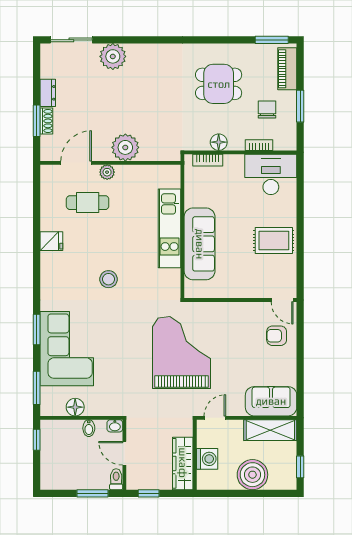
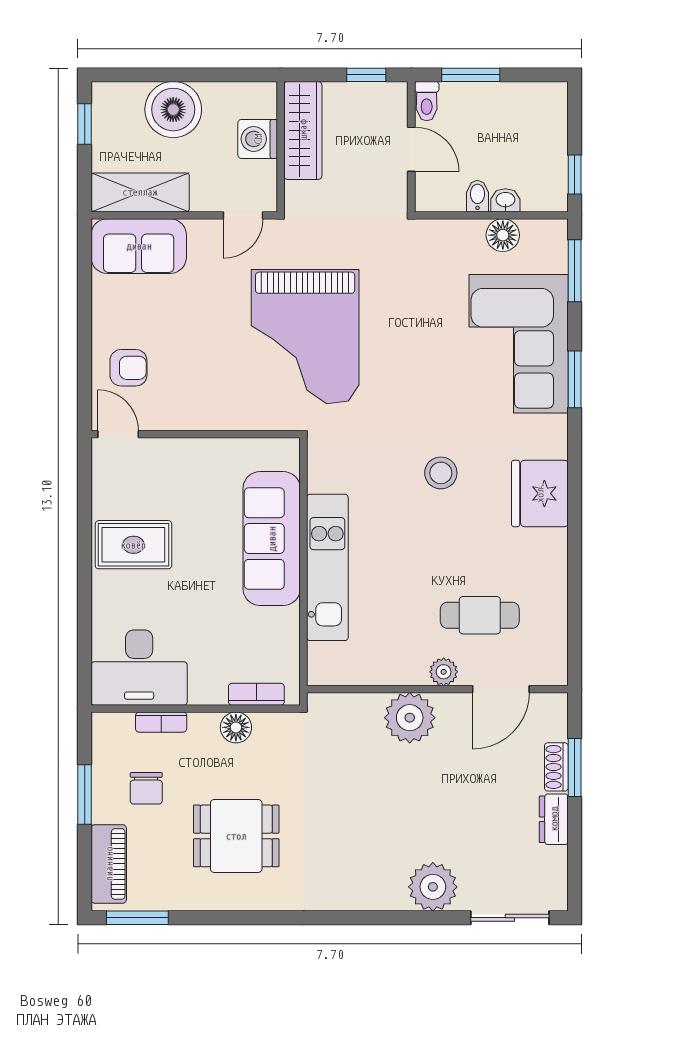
fridge: (51, 241) -> (540, 493), moved, width x1.88, depth x1.34
washbasin: (115, 426) -> (505, 200), moved

